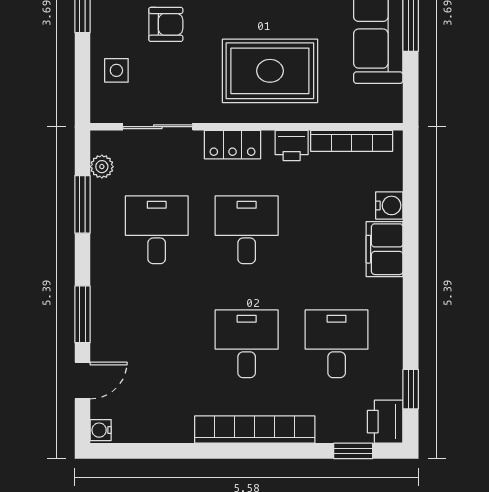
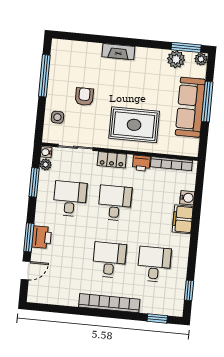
armchair: (166, 24) -> (84, 97), turned -90
printer: (385, 422) -> (42, 237), moved, turned 180
water cooler: (101, 430) -> (46, 152), moved

